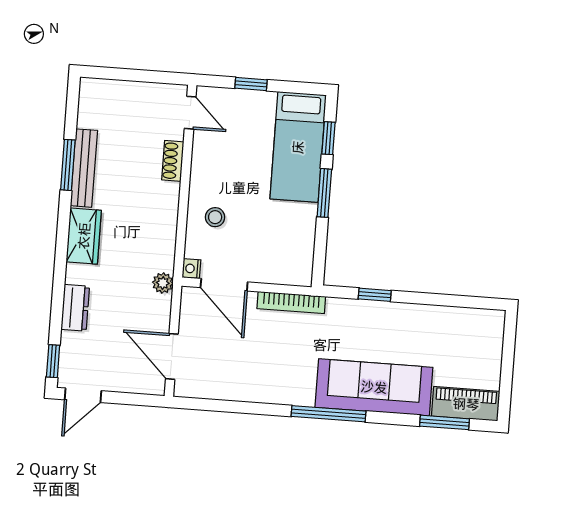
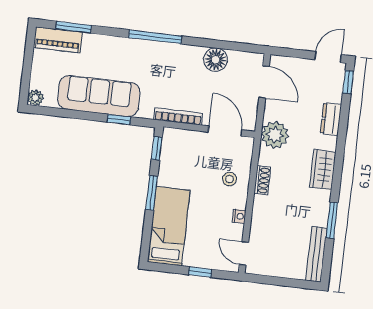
window: (328, 138) -> (157, 148), moved
shoe rack: (173, 161) -> (262, 180), moved
bench: (84, 168) -> (316, 254), moved
nightstand: (191, 269) -> (239, 216), moved
plant: (163, 283) -> (275, 135), width x1.88, depth x1.88
plant: (494, 320) -> (36, 98), added
floor lamp: (242, 385) -> (216, 60), added
sofa: (374, 387) -> (99, 96), moved, turned 180

